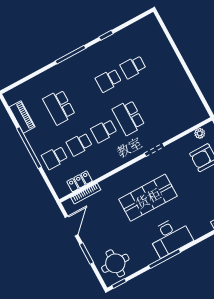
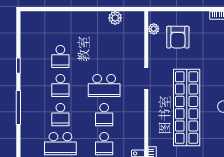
school desk: (84, 94) -> (60, 115), added
plant: (191, 96) -> (115, 18), added
shop shelf: (148, 198) -> (187, 108), width x1.40

